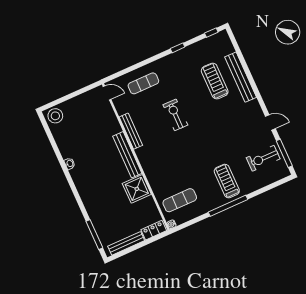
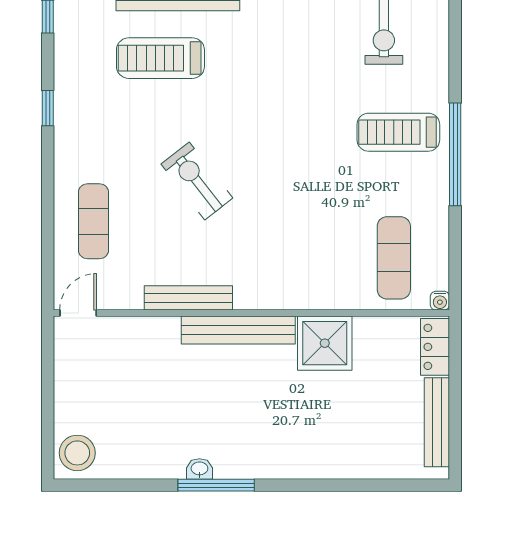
exercise bike: (175, 115) -> (197, 181), turned 52
window: (94, 235) -> (216, 485), moved

